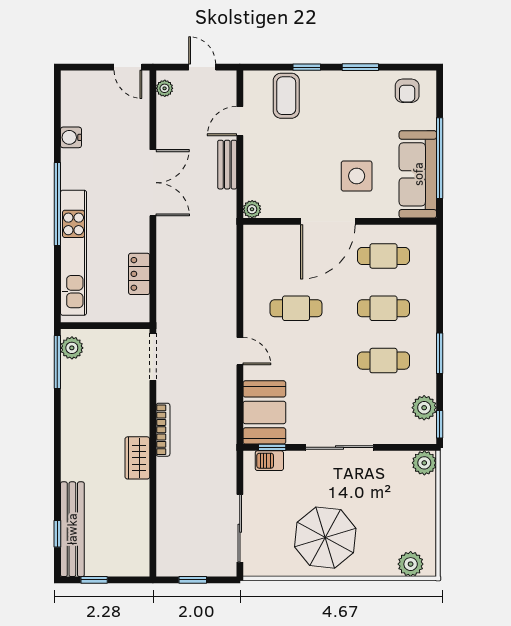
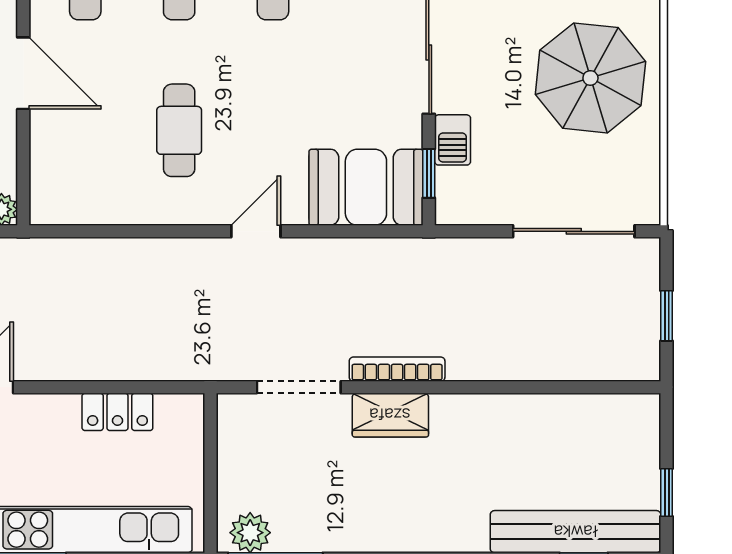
door: (328, 221) -> (23, 73), width x0.73
doorway: (153, 357) -> (299, 387), moved
wardrobe: (137, 458) -> (390, 415), moved
barbecue: (269, 461) -> (453, 140), moved

